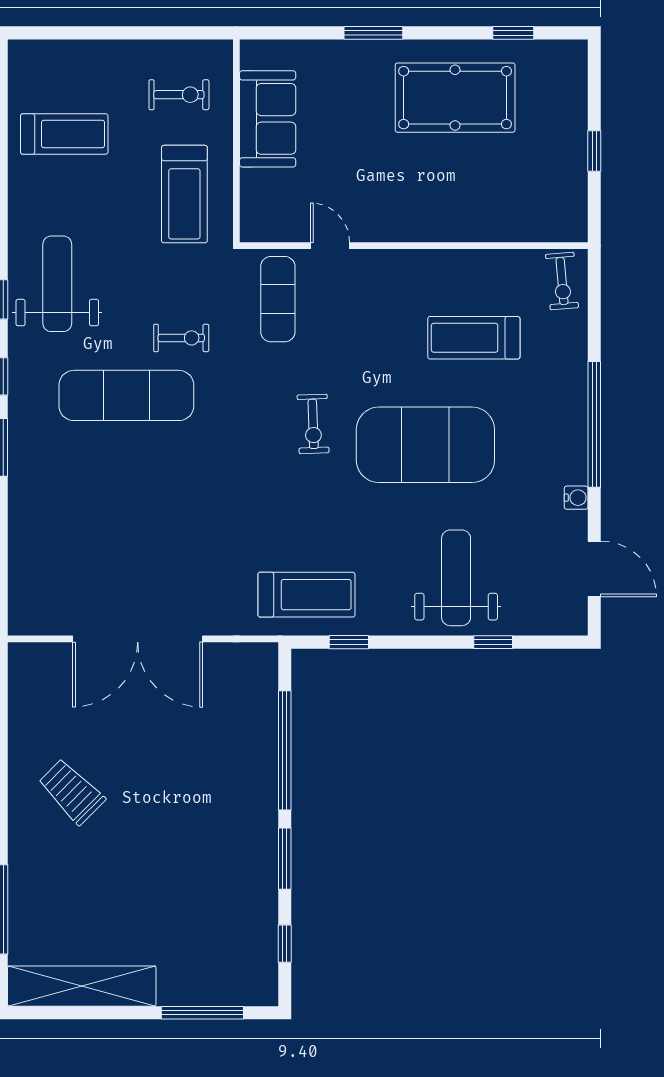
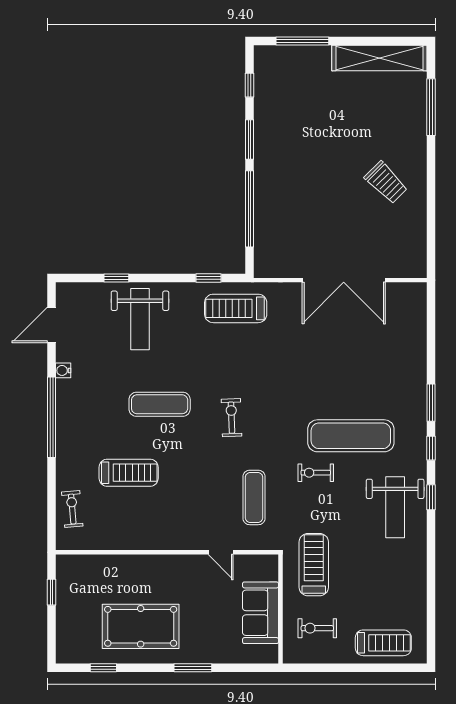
treadmill: (64, 134) -> (383, 643), moved, turned 180
door: (330, 246) -> (221, 552), moved
wall: (414, 246) -> (167, 552), moved
exercise mat: (425, 445) -> (160, 404), width x0.50, depth x0.69
door: (594, 569) -> (52, 325), hinge flipped
double door: (138, 639) -> (344, 280), swing flipped

